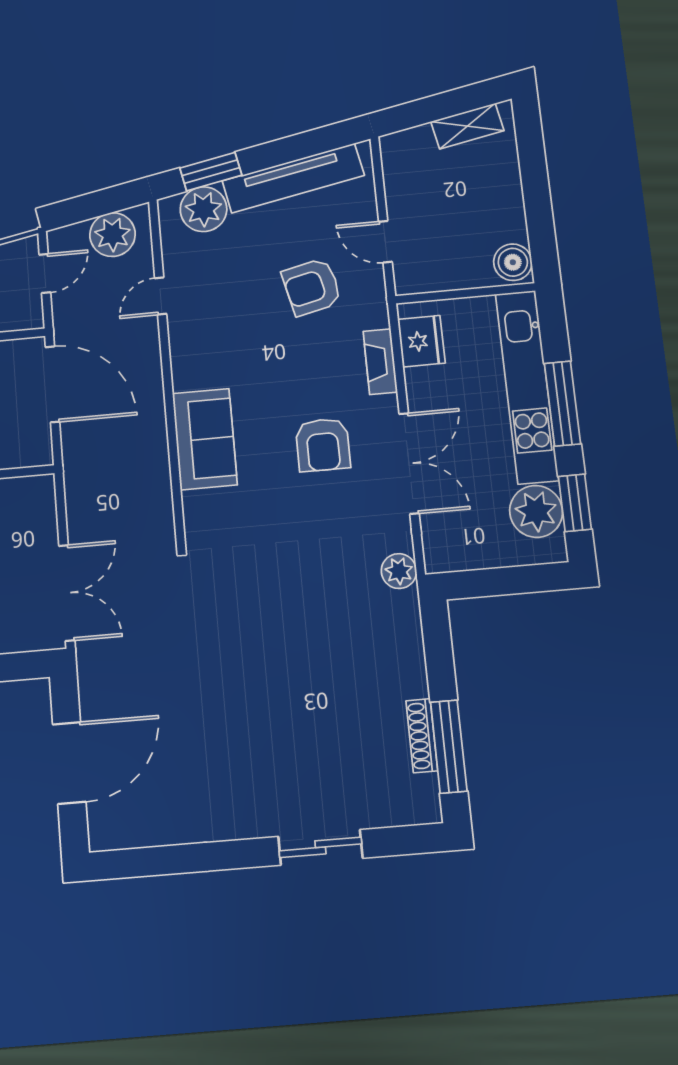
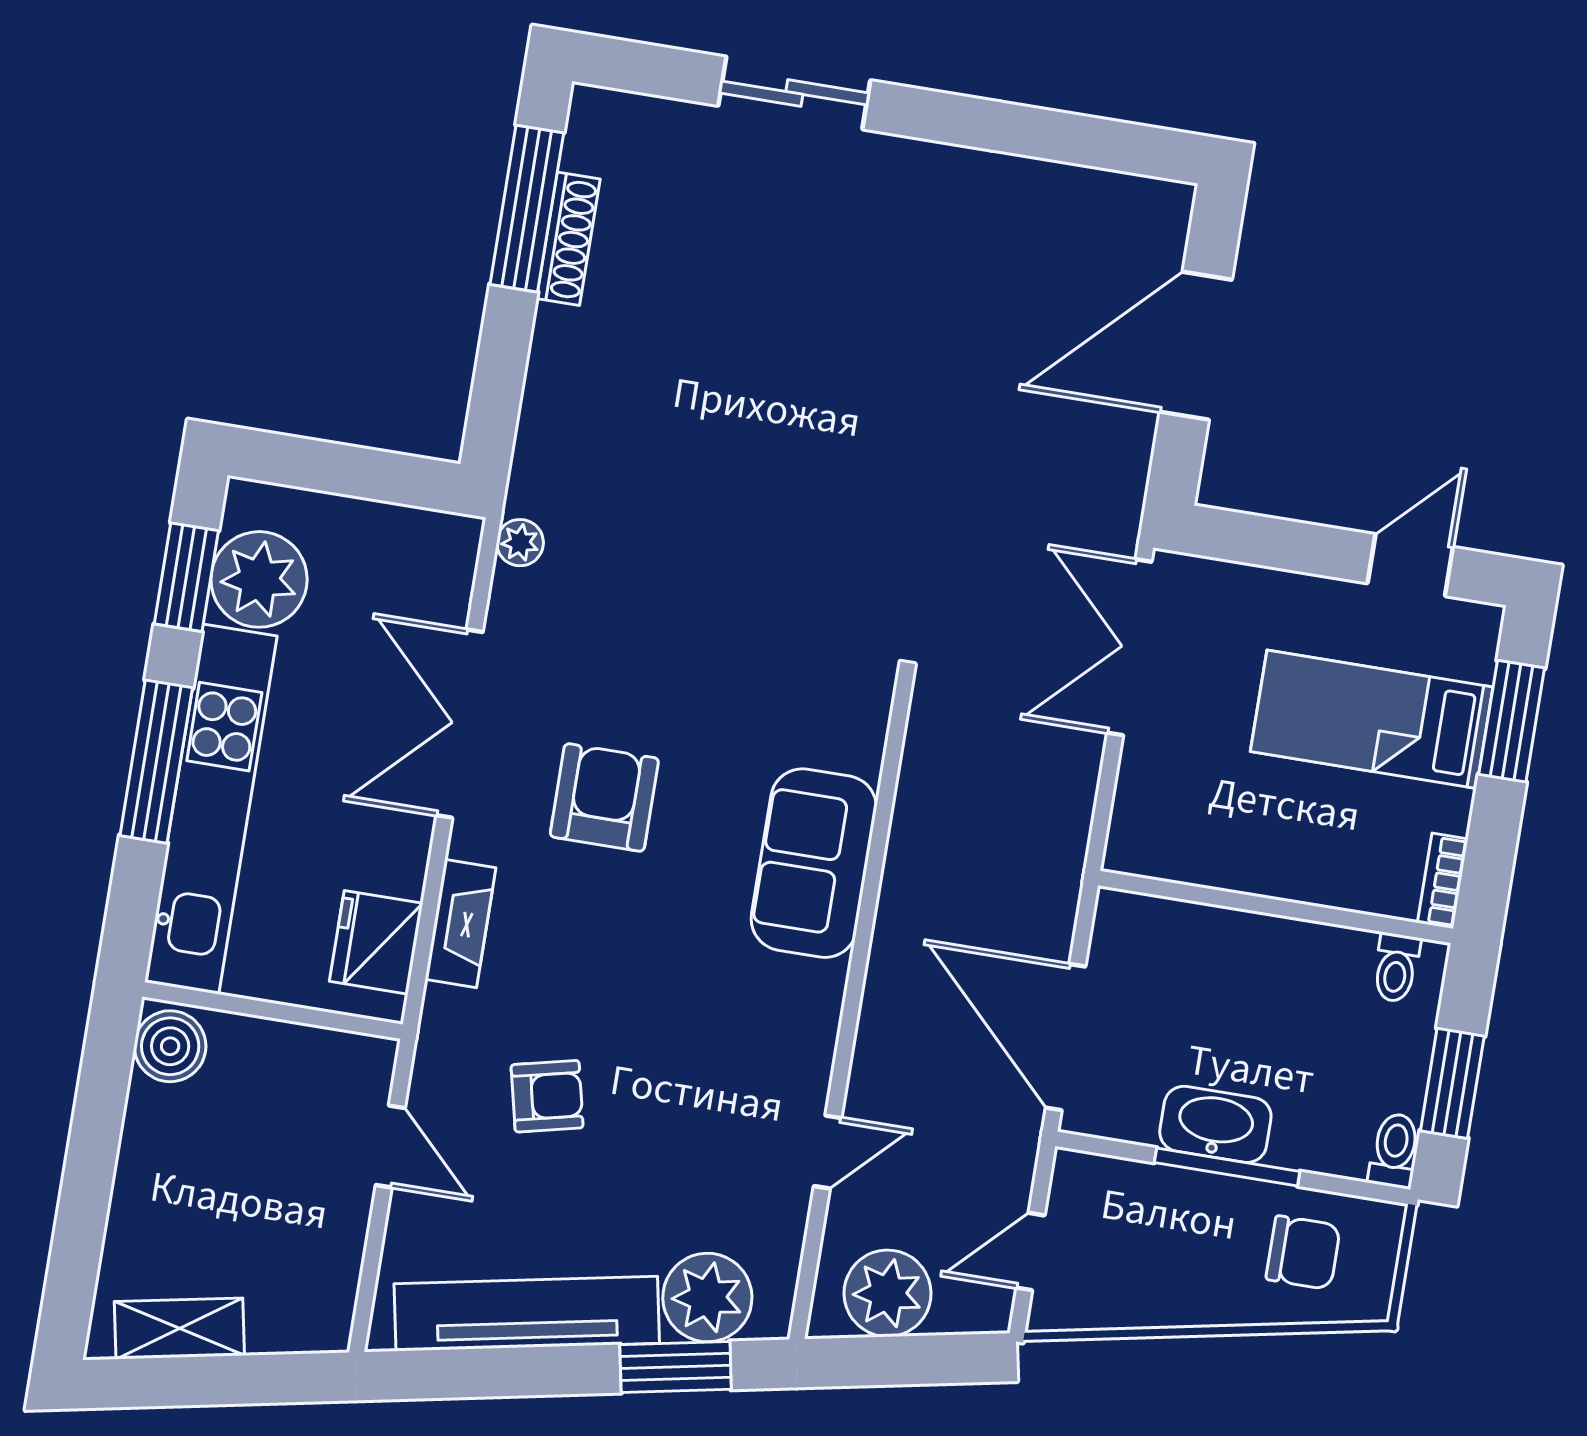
armchair: (312, 287) -> (547, 1096), width x0.72, depth x0.72
plant: (399, 571) -> (520, 543), width x0.73, depth x0.73

